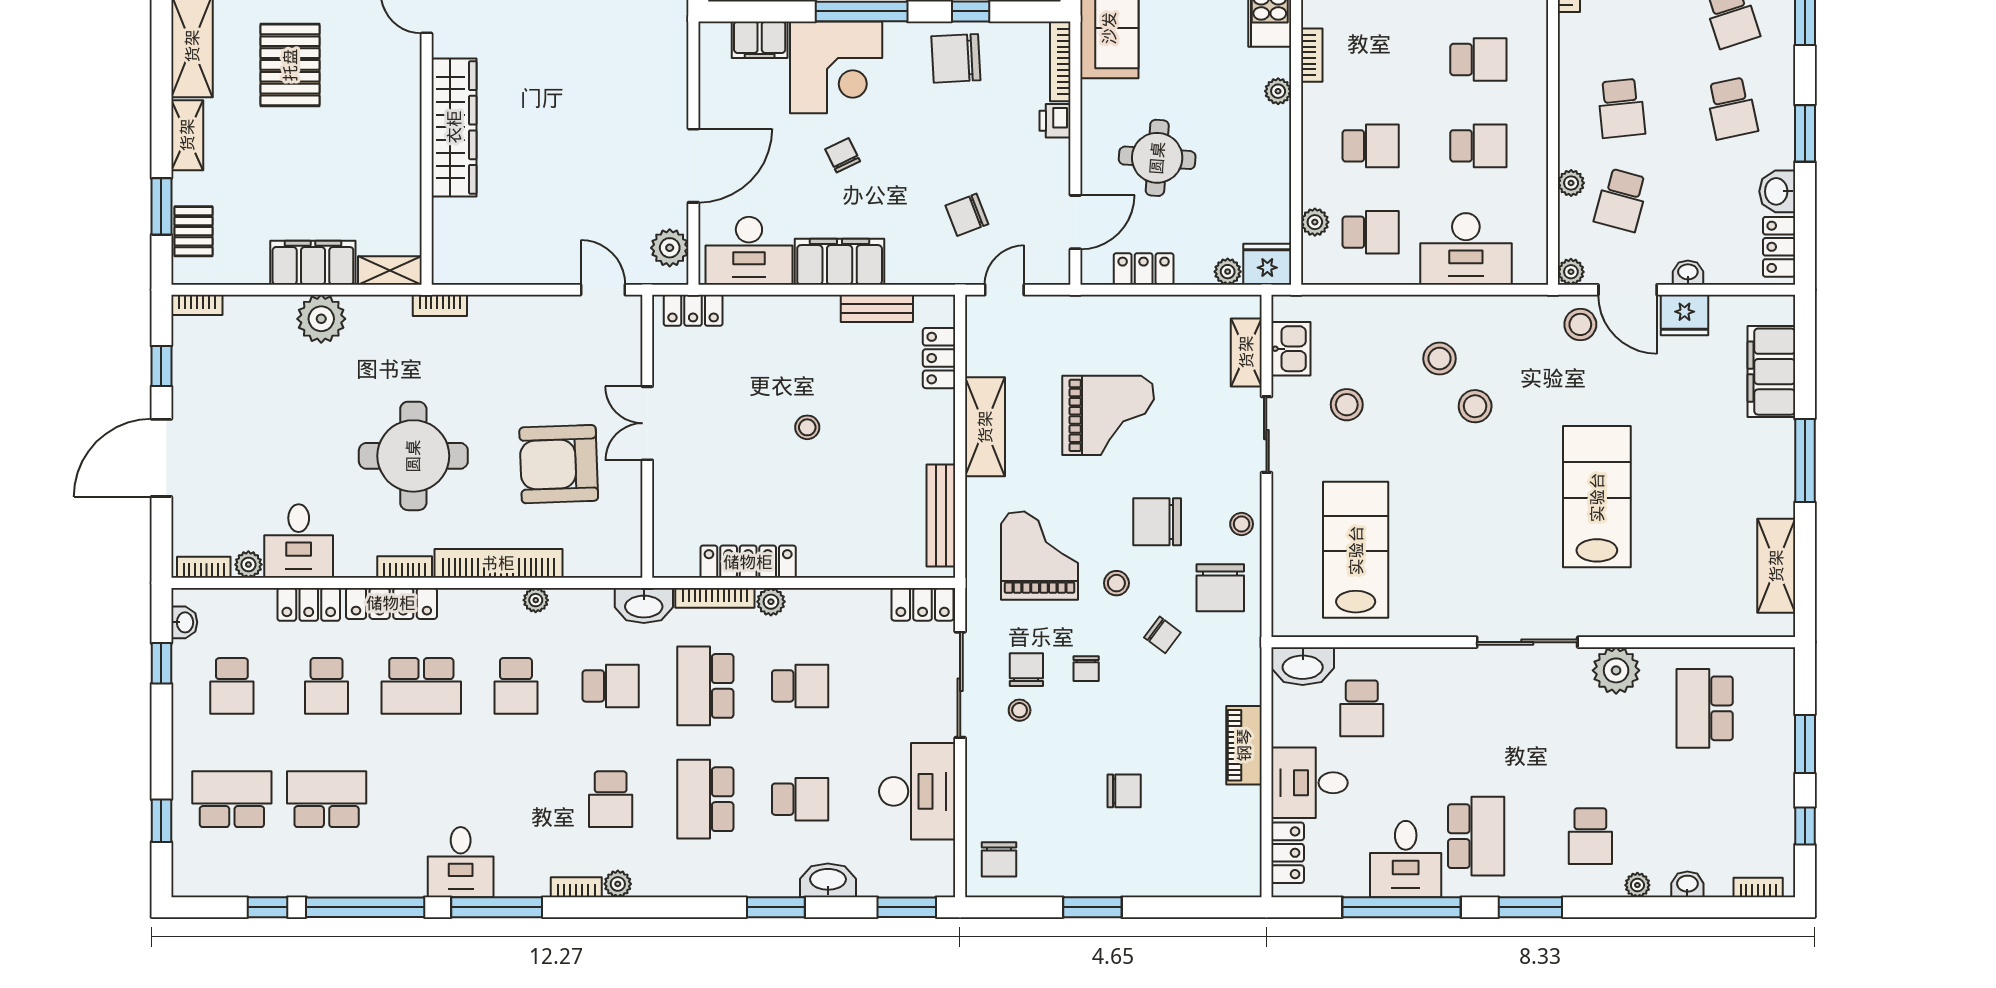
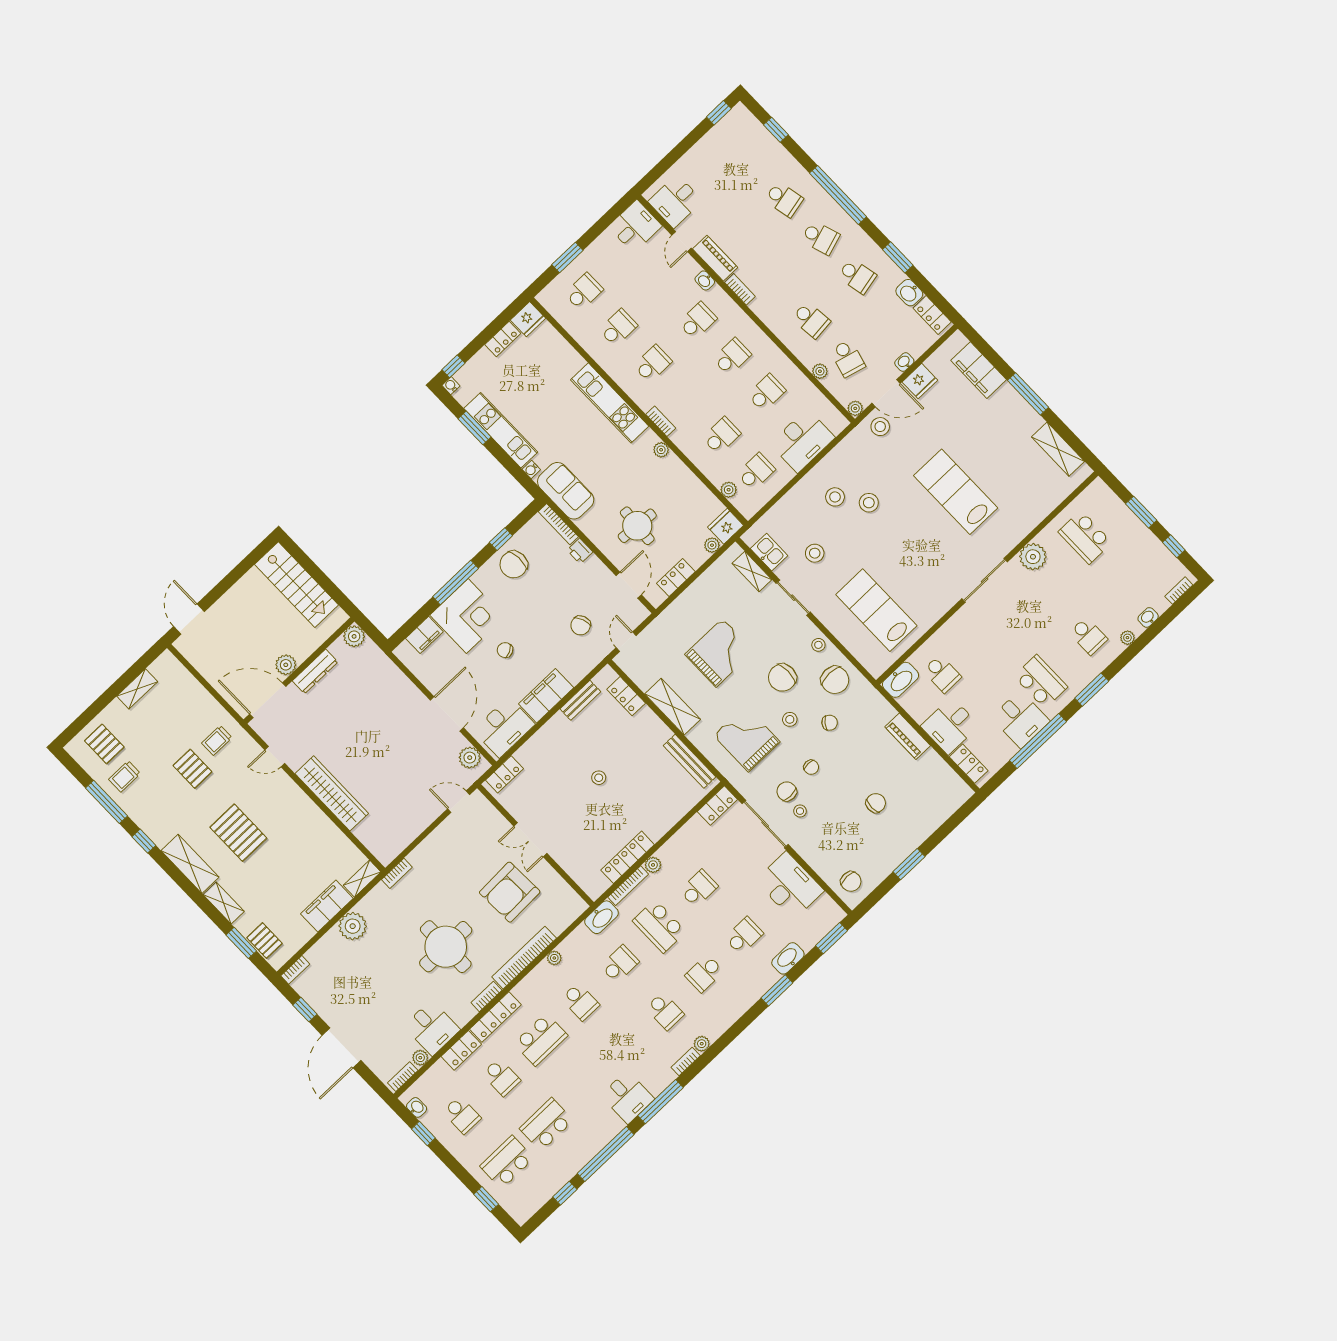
school desk: (705, 799) -> (704, 973), width x0.54

